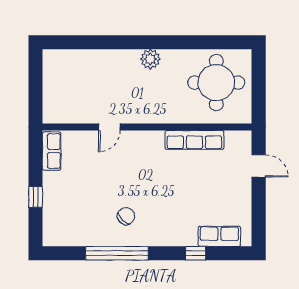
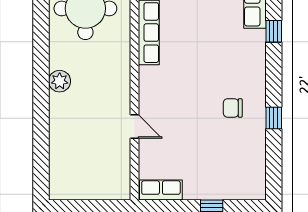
chair: (126, 216) -> (233, 108), turned -46
window: (117, 253) -> (274, 118), width x0.32

